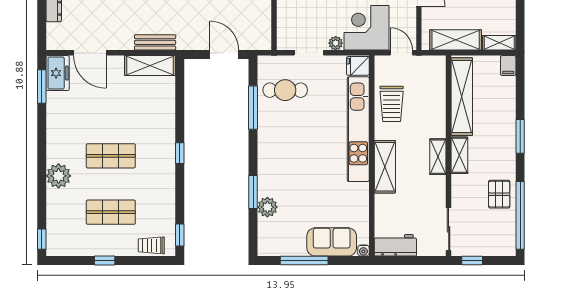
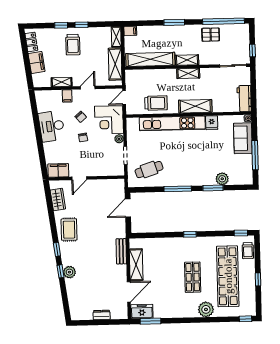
shelving: (150, 66) -> (136, 265), moved
fridge: (358, 66) -> (212, 123), moved
cafe table: (285, 90) -> (149, 170), turned 72
window: (253, 108) -> (178, 189), moved
shop shelf: (111, 212) -> (228, 276), width x2.00, depth x1.36

